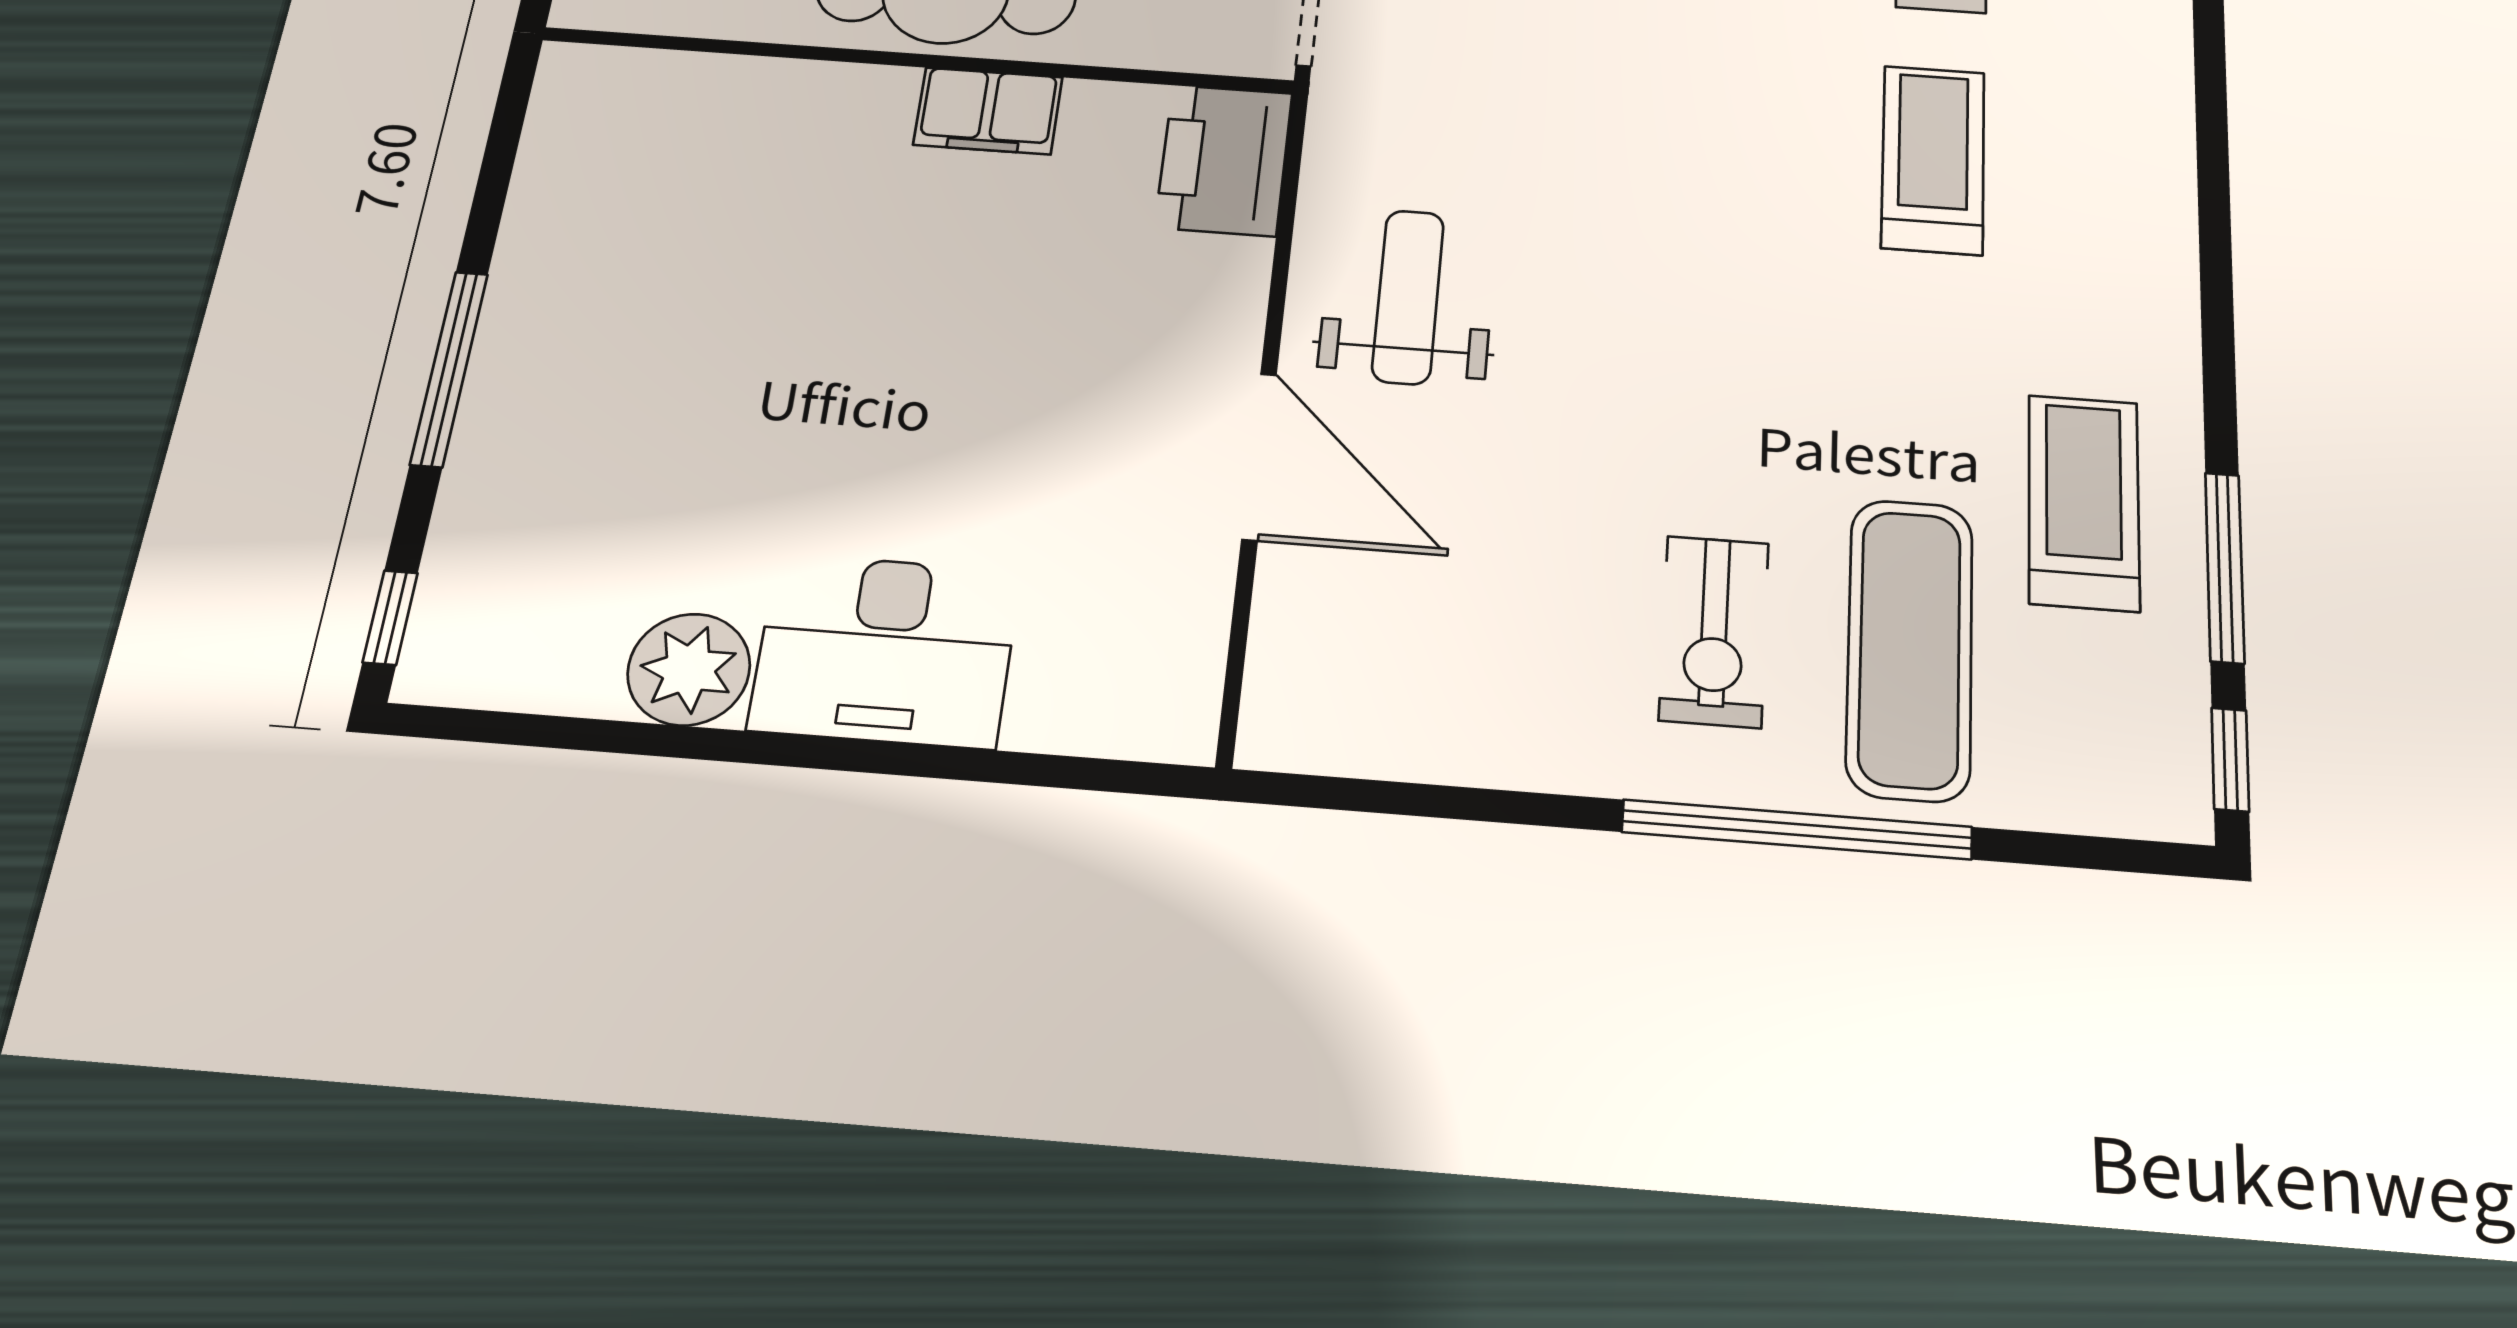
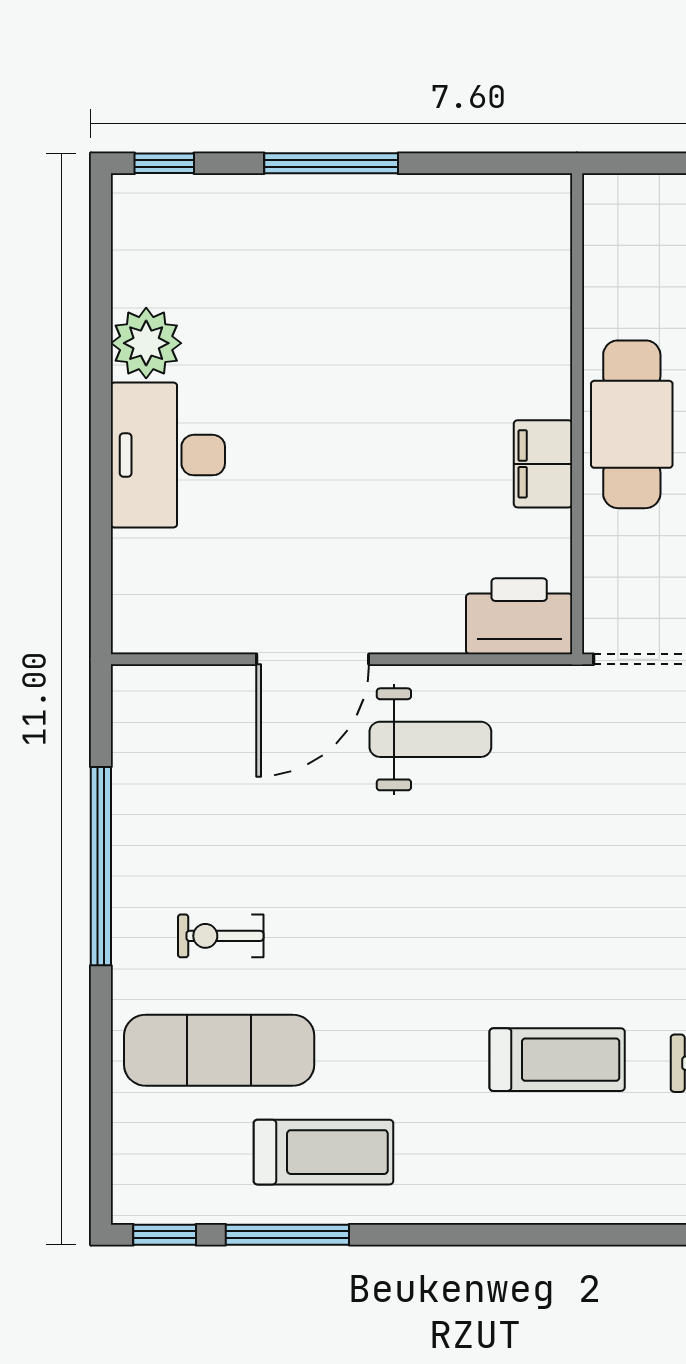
exercise bike: (1714, 631) -> (221, 936), width x0.73, depth x0.72
window: (1797, 829) -> (101, 866), moved

